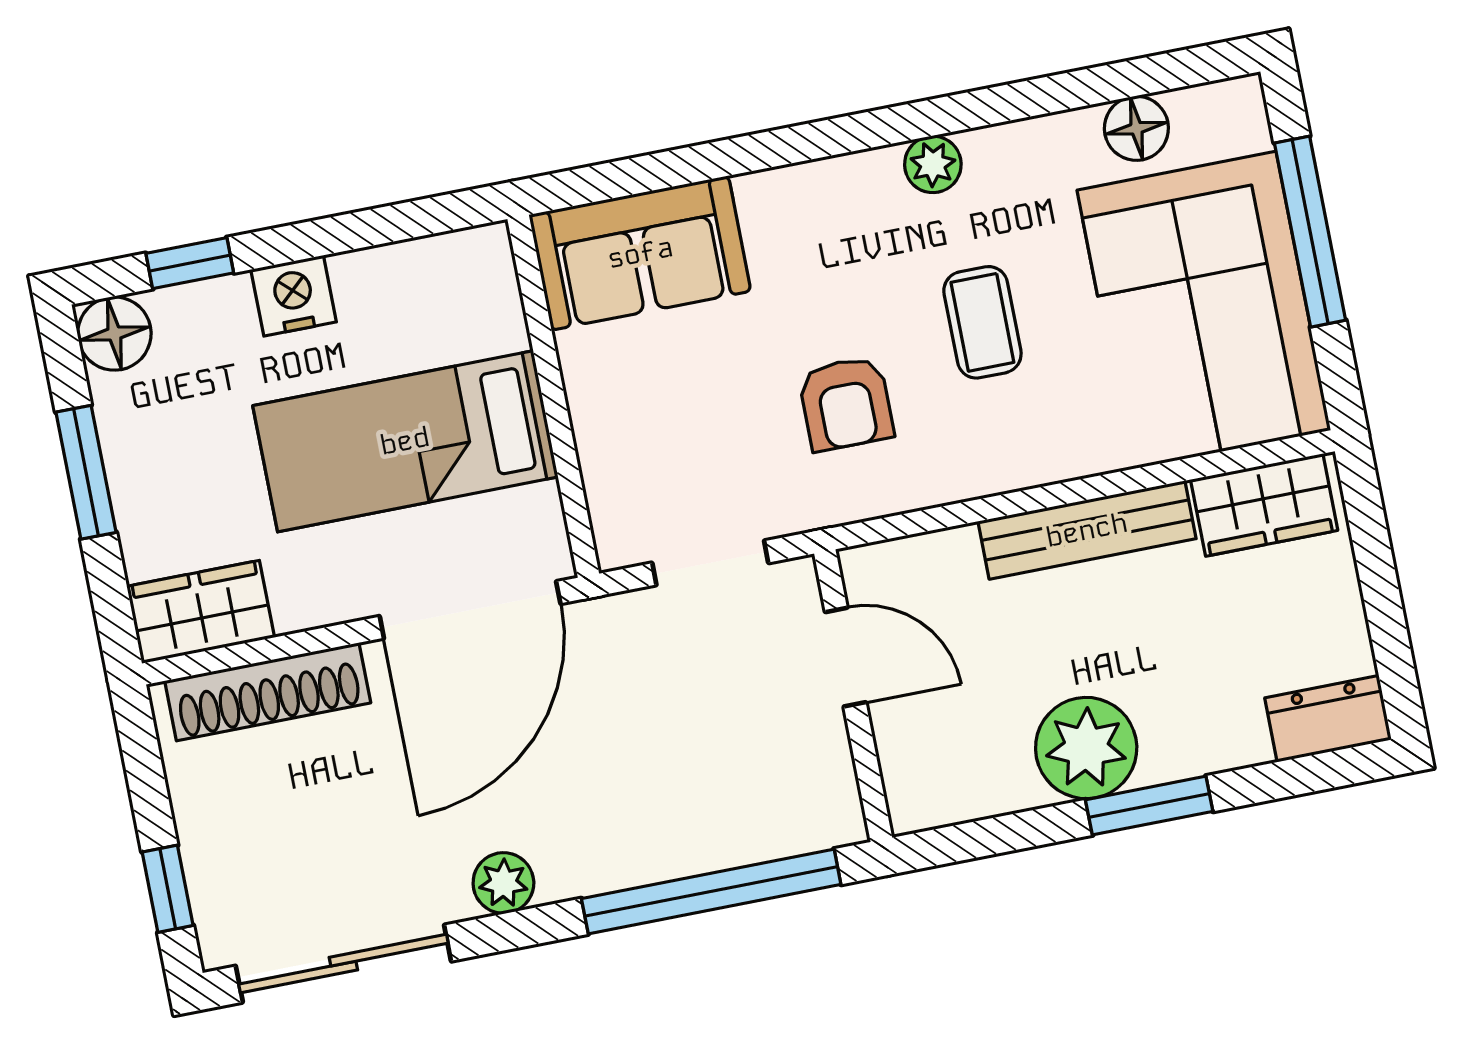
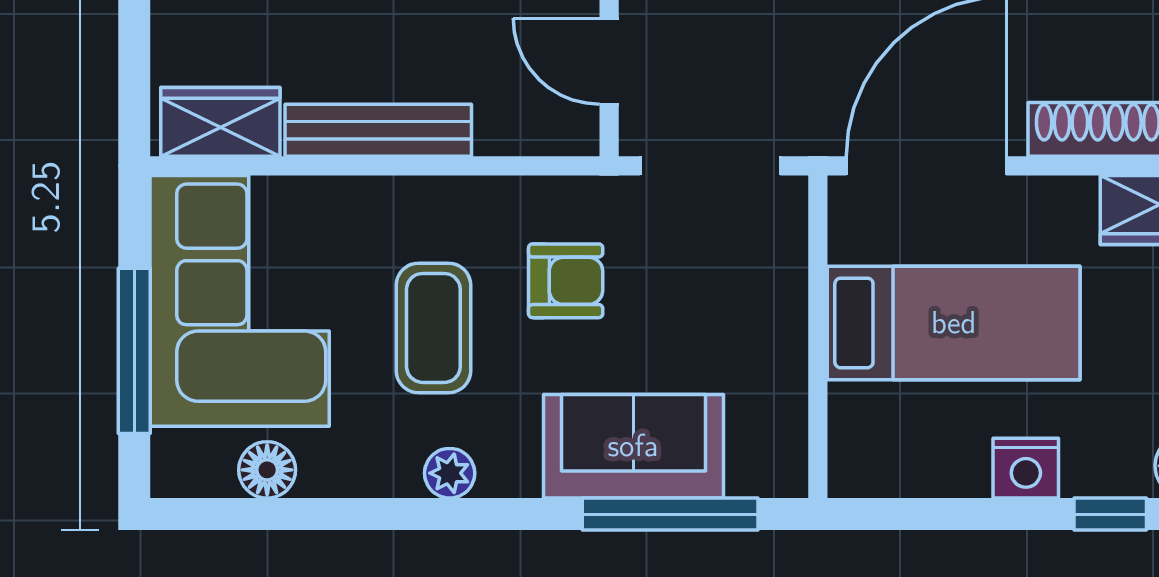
window: (679, 167) -> (670, 514), added
sofa: (640, 253) -> (633, 446), moved
coffee table: (982, 322) -> (433, 328), width x1.36, depth x1.30
armchair: (846, 404) -> (566, 281), turned 90
doorway: (710, 563) -> (710, 166), width x1.38

